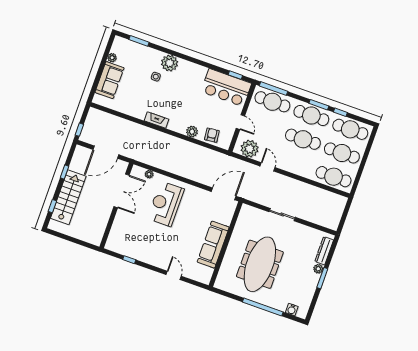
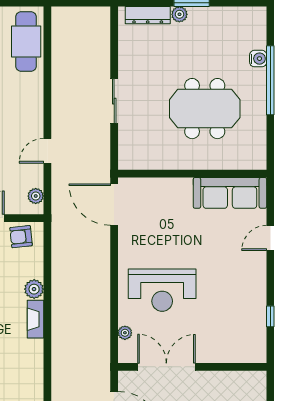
fireplace: (156, 120) -> (36, 319), moved
armchair: (212, 135) -> (21, 237), moved
plant: (250, 149) -> (36, 196), width x0.53, depth x0.53
sofa: (213, 245) -> (230, 193), moved
meeting table: (260, 264) -> (205, 109), width x0.73
water cooler: (292, 310) -> (258, 59), moved

